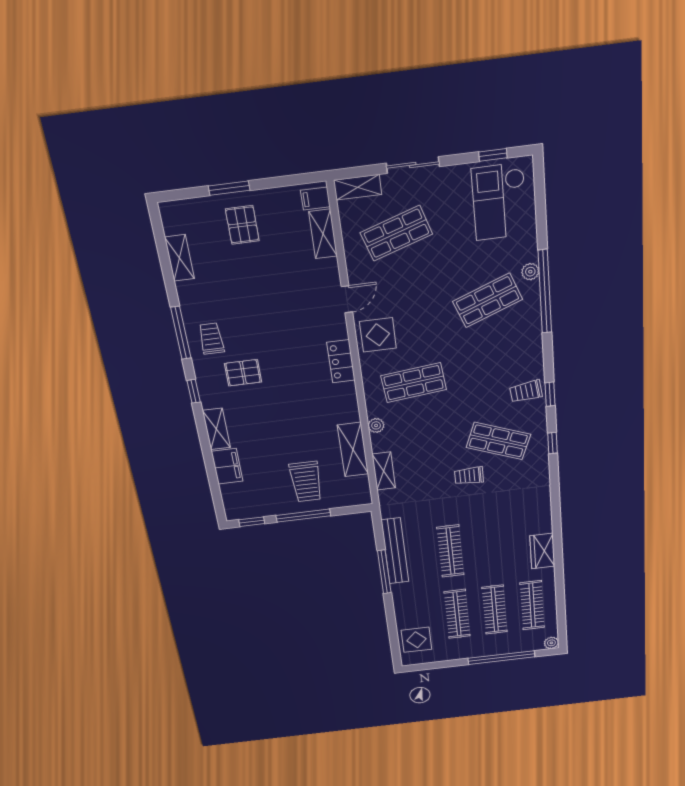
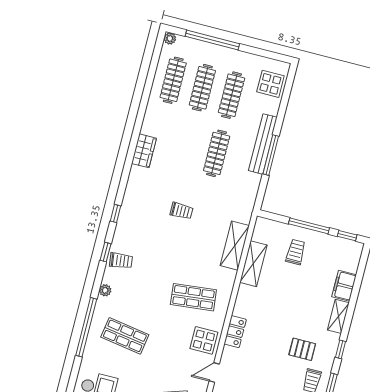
plant: (530, 272) -> (105, 290), moved
shop shelf: (488, 300) -> (125, 336), turned 30
plant: (376, 425) -> (231, 276), removed
shop shelf: (498, 441) -> (152, 230), removed
shelving: (384, 471) -> (235, 246), width x1.50, depth x1.33
trolley: (306, 482) -> (296, 252), width x0.73, depth x0.72
bench: (395, 551) -> (263, 144), moved
wardrobe: (542, 551) -> (144, 151), moved

